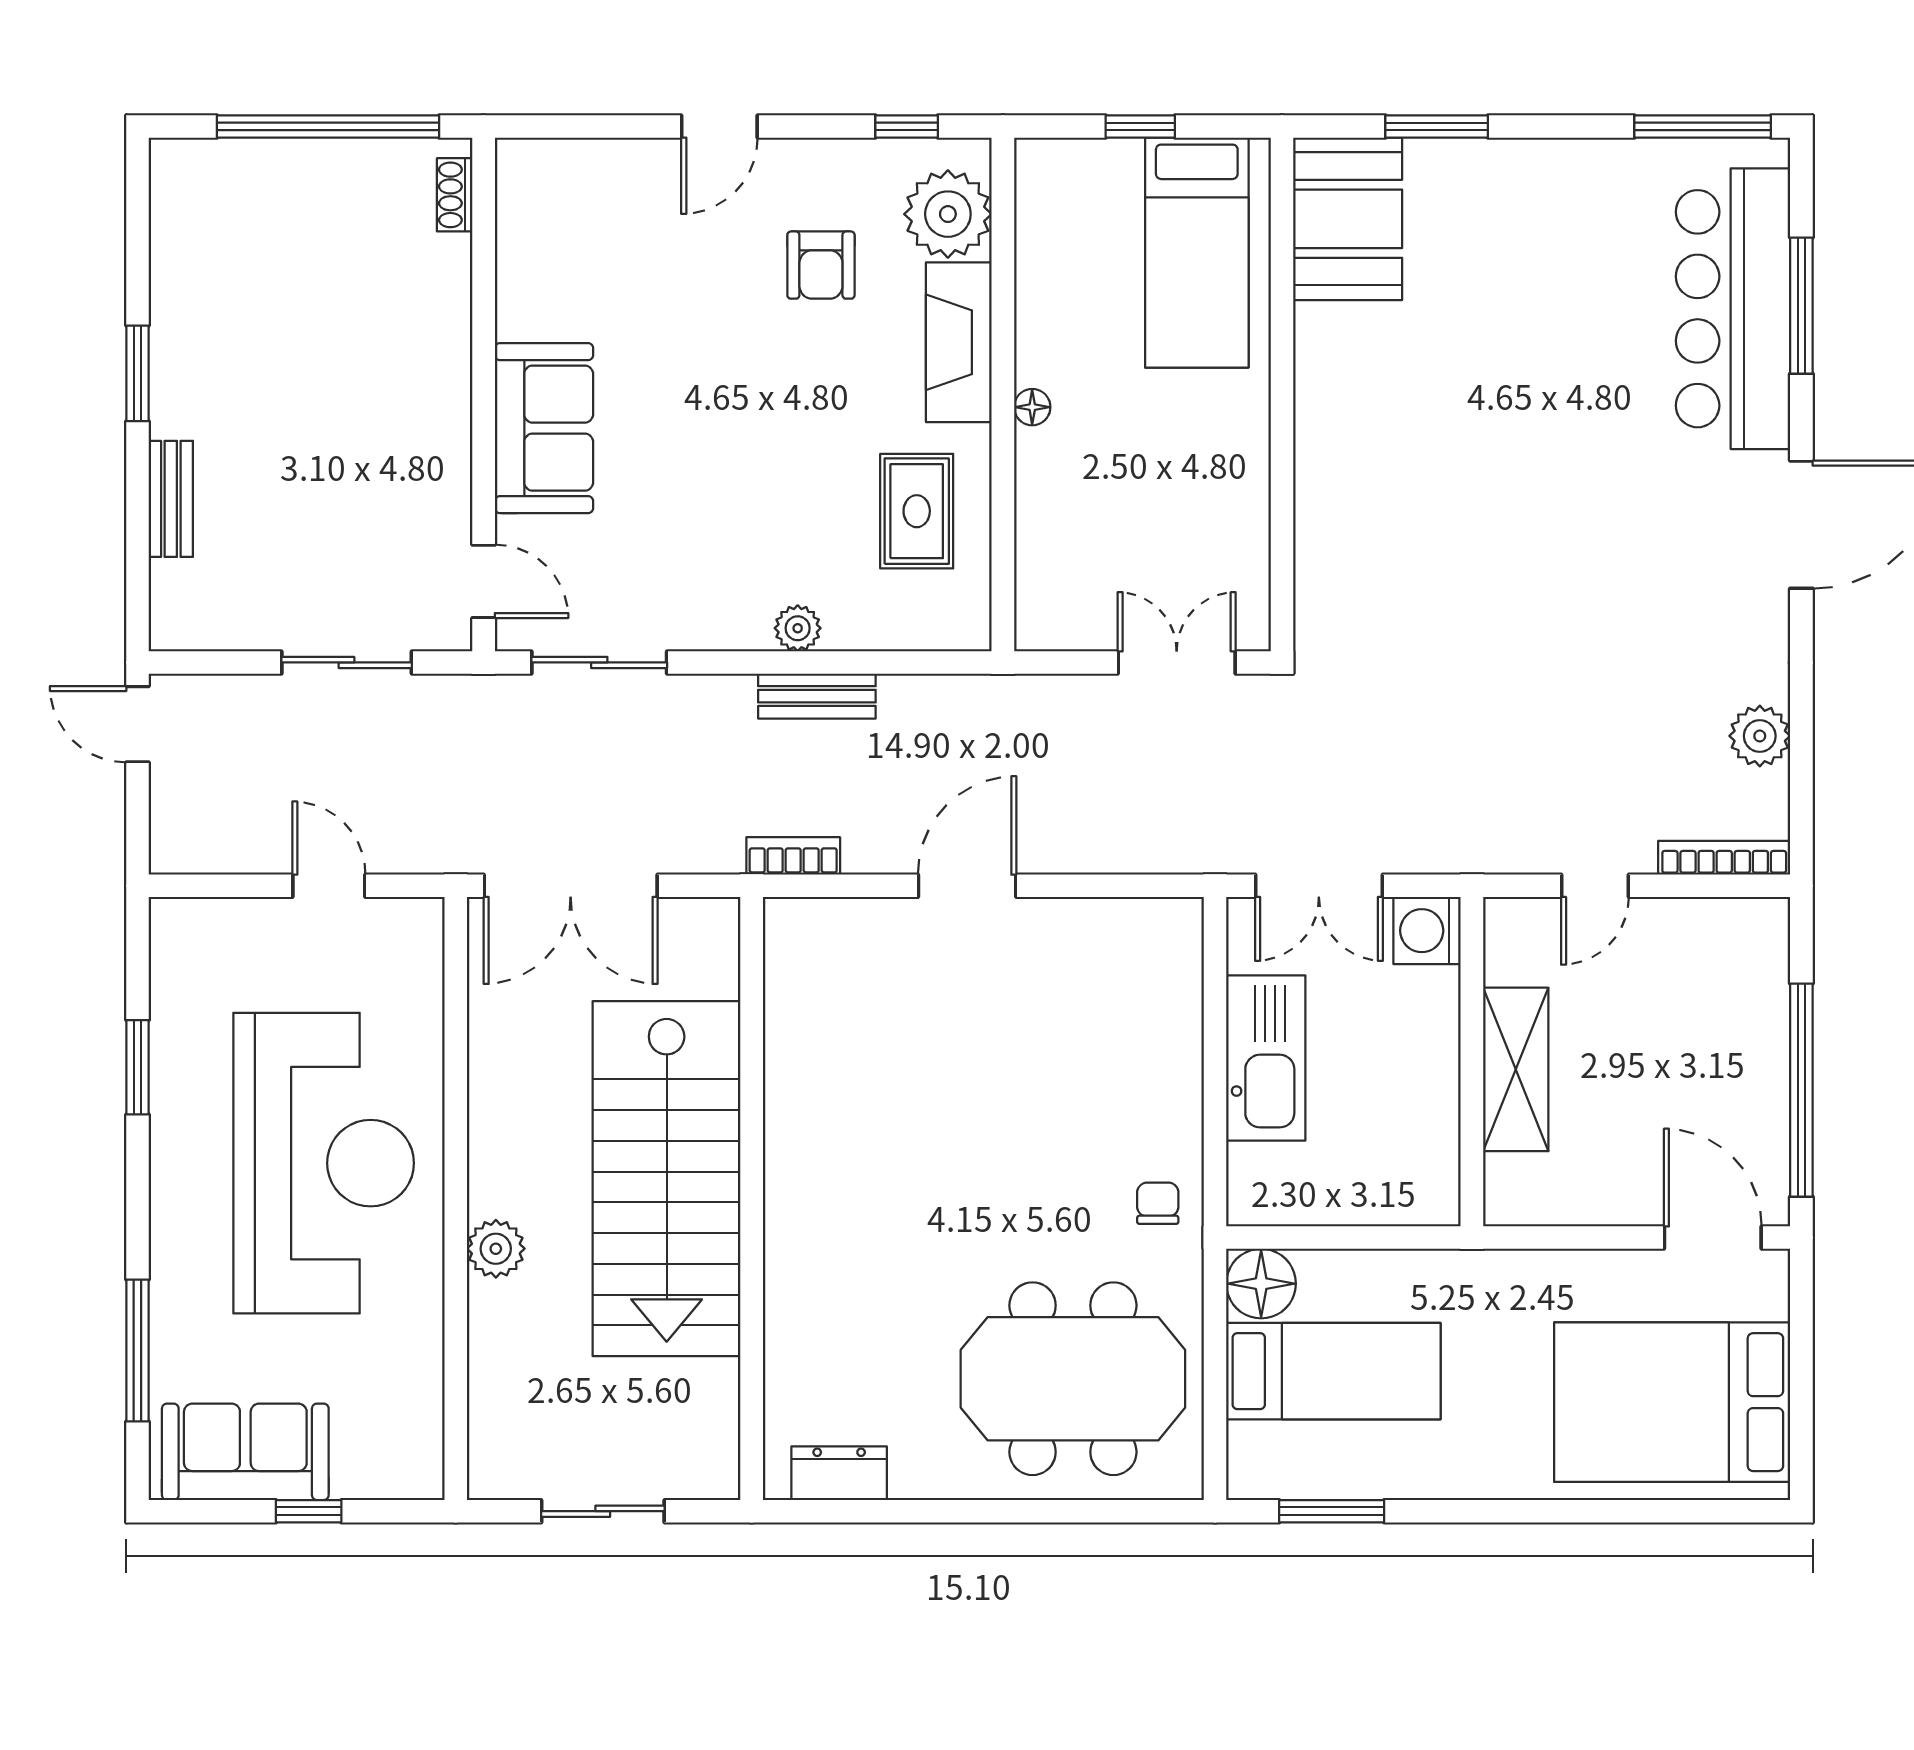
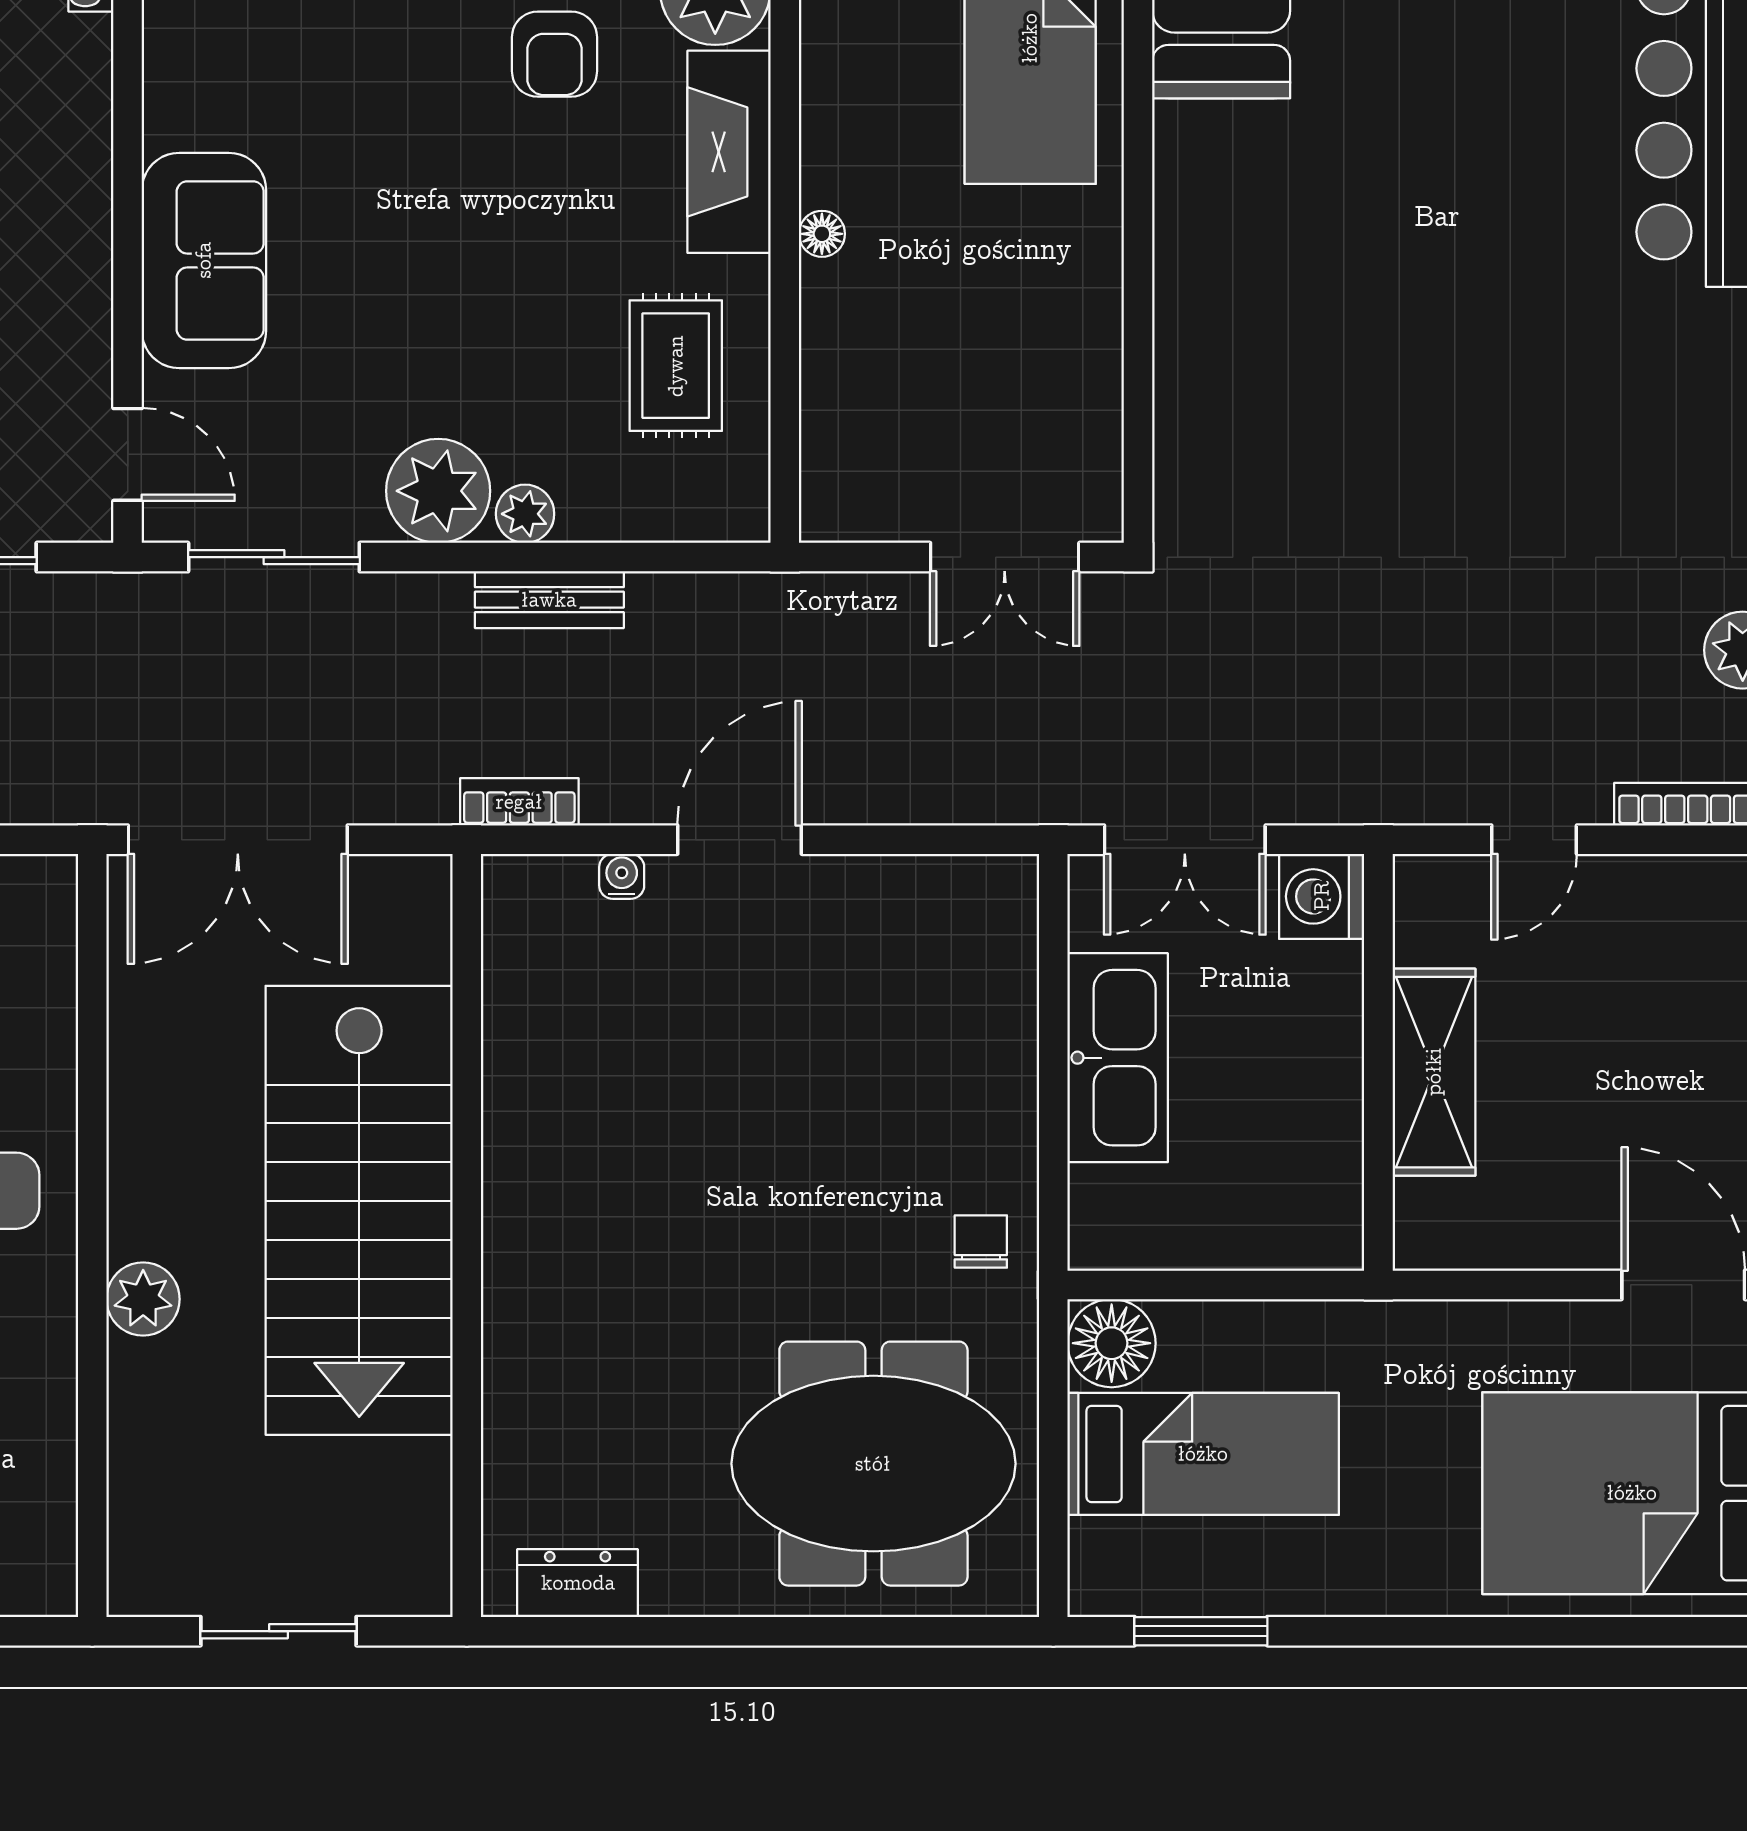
plant: (729, 610) -> (438, 491), added
double door: (1177, 662) -> (1005, 557), swing flipped
water cooler: (874, 915) -> (622, 876), added

